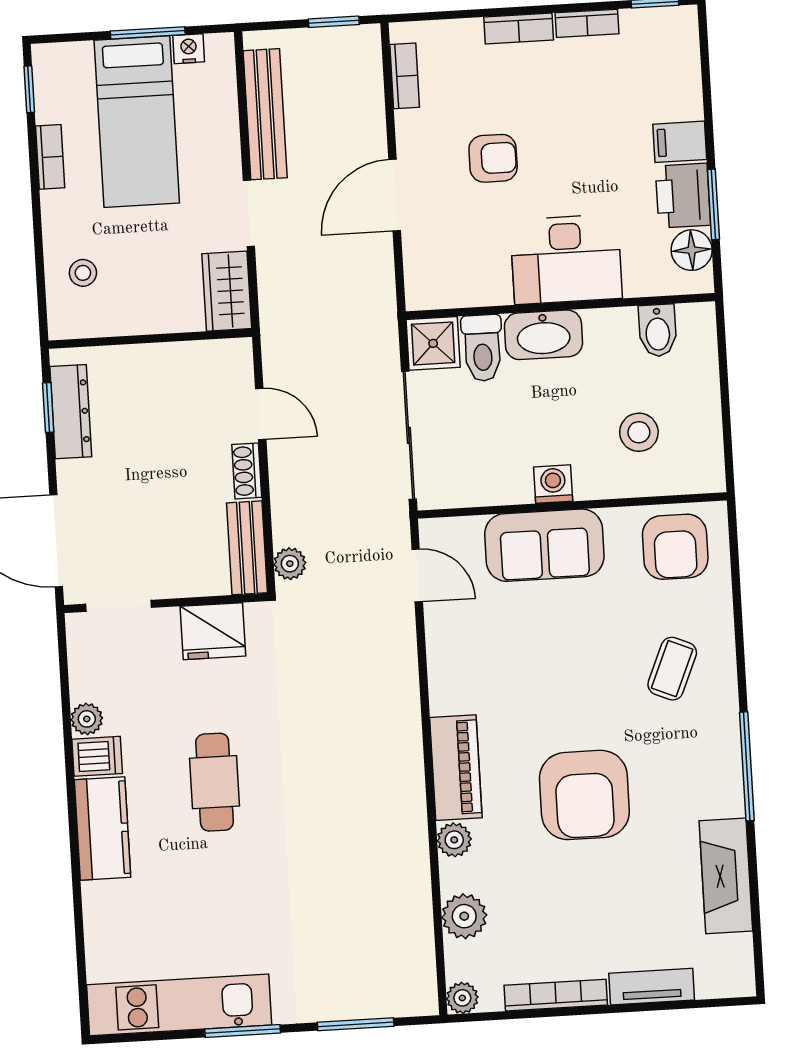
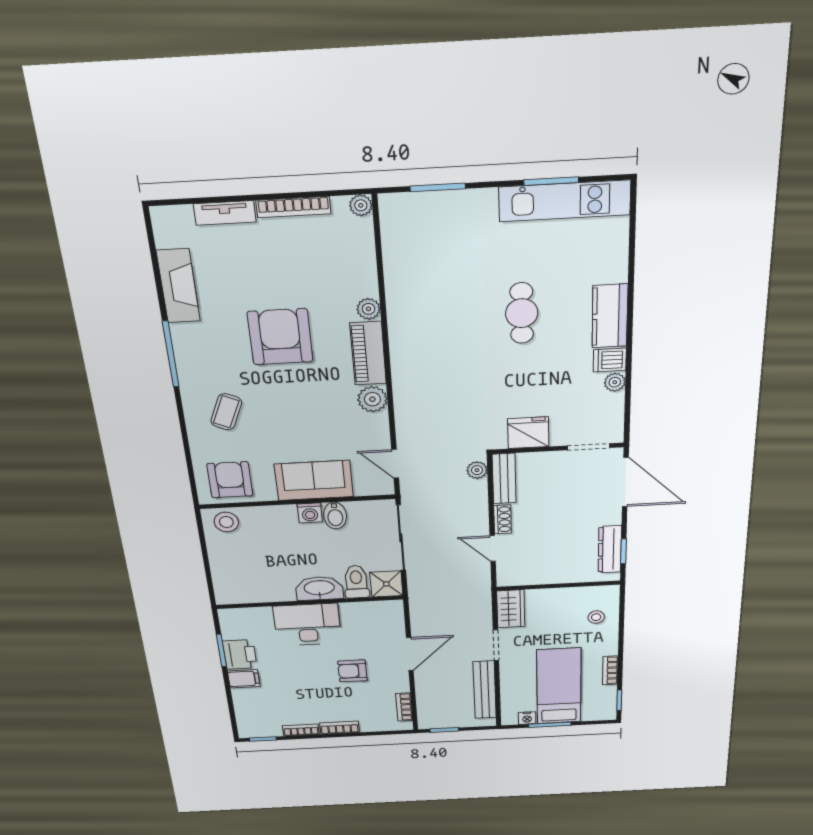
floor lamp: (692, 250) -> (232, 629), removed
bidet: (658, 330) -> (335, 516), moved, turned 180
stool: (639, 432) -> (226, 522), moved
cafe table: (215, 782) -> (522, 313), moved
plant: (464, 916) -> (372, 399), moved
window: (243, 1031) -> (551, 181), moved

